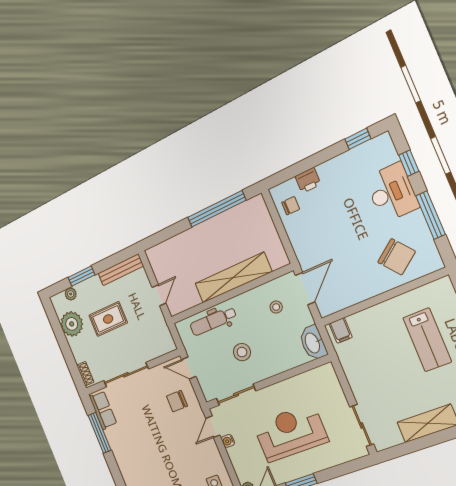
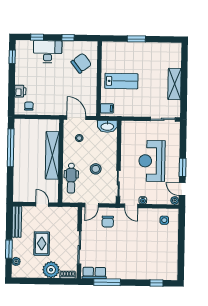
window: (431, 215) -> (68, 38), width x0.46
plant: (72, 324) -> (51, 270), moved
lab bench: (427, 340) -> (121, 81), moved

